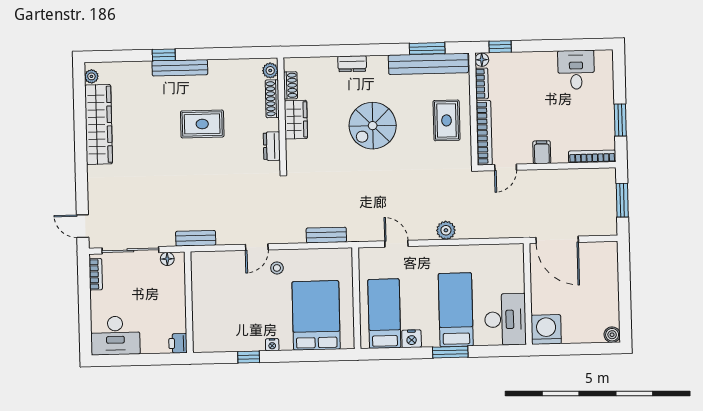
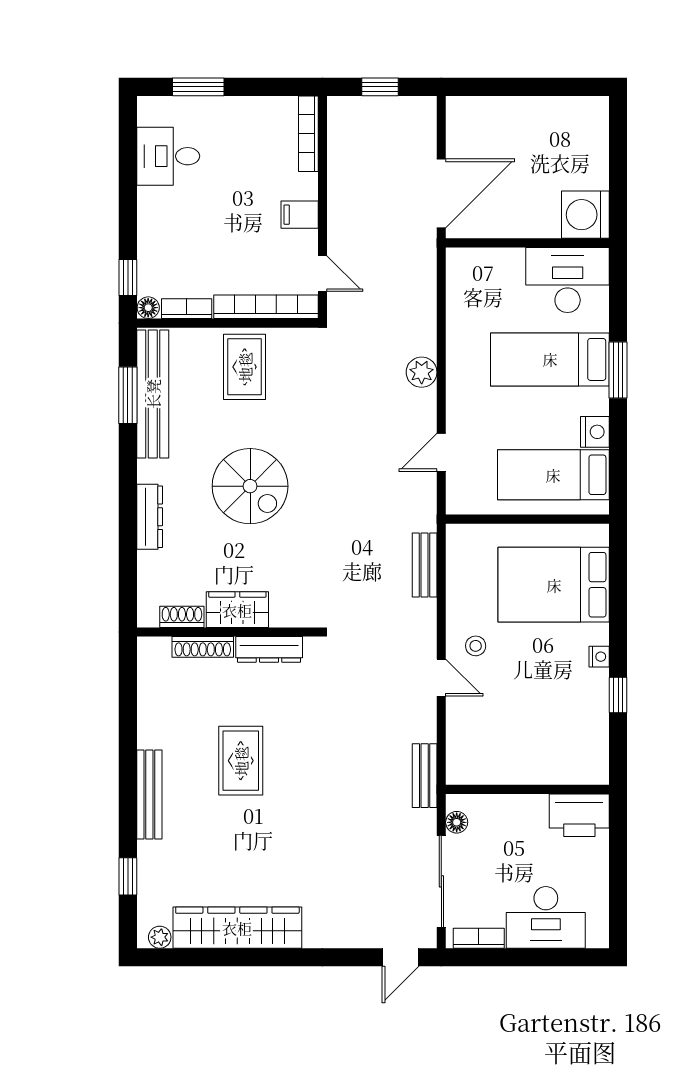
window: (164, 55) -> (128, 876), moved
dresser: (352, 64) -> (150, 517), width x1.44
plant: (270, 70) -> (157, 649), removed
rug: (447, 120) -> (245, 367), turned 90
window: (620, 120) -> (198, 87), moved
dresser: (272, 146) -> (269, 649), width x1.44
window: (622, 200) -> (380, 87), width x0.67
boiler: (612, 335) -> (596, 109), removed
desk: (115, 336) -> (546, 917), moved, turned 90
printer: (178, 343) -> (579, 815), width x1.87, depth x1.48

